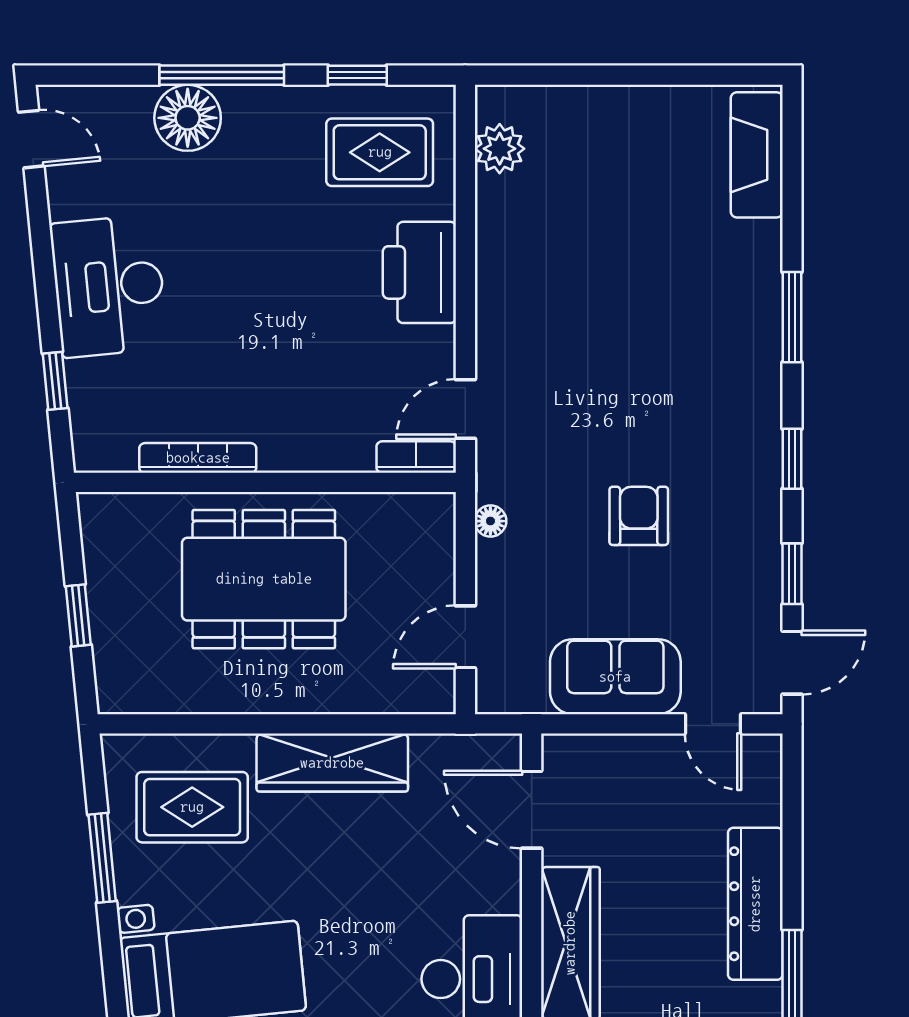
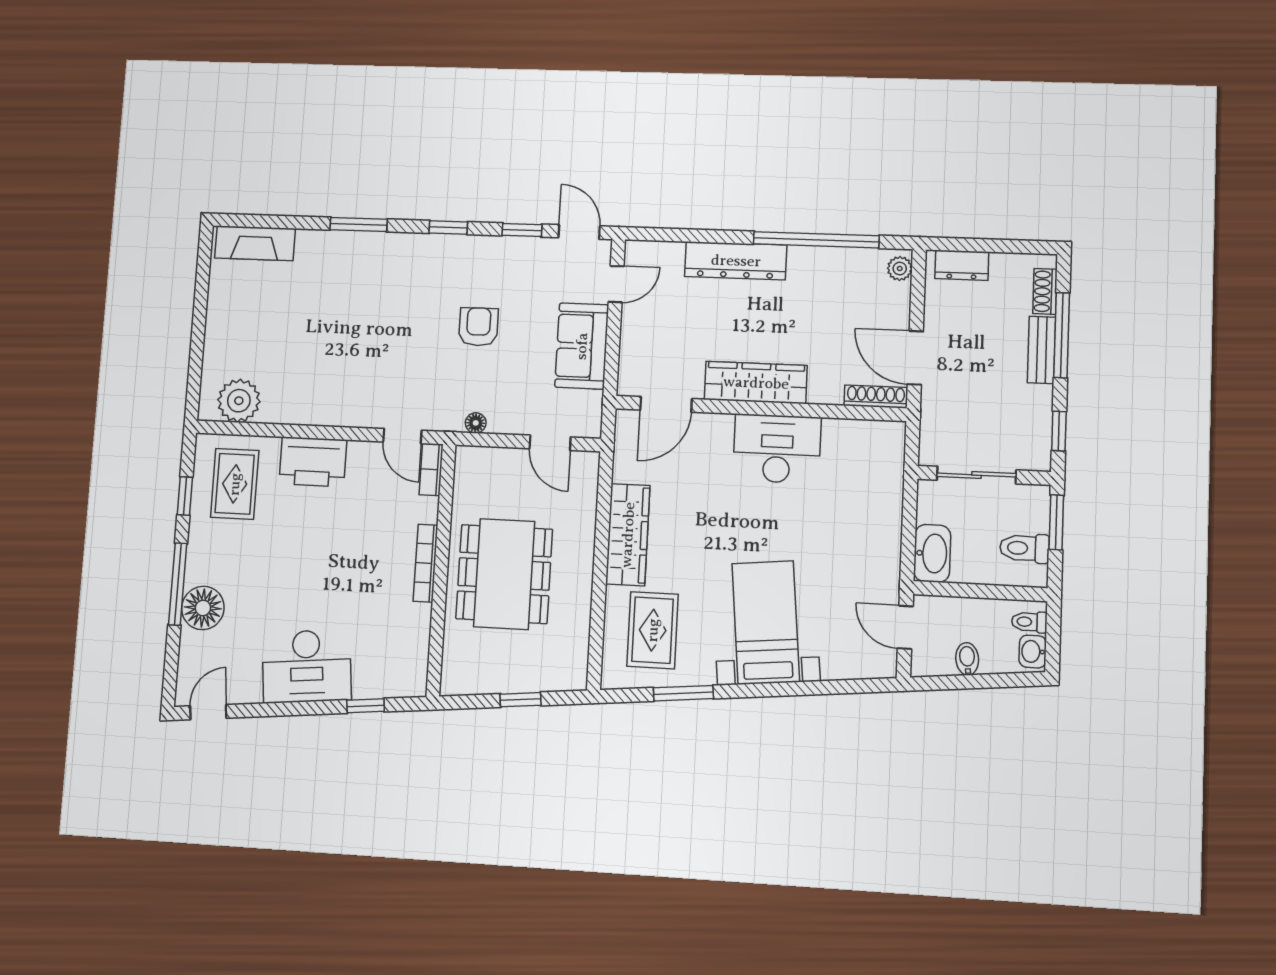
plant: (500, 149) -> (239, 401), width x1.36, depth x1.36
bookcase: (198, 458) -> (426, 563), moved
armchair: (639, 516) -> (478, 327), turned 90

